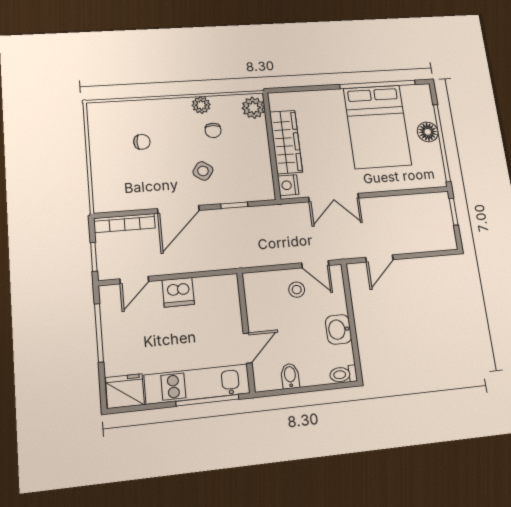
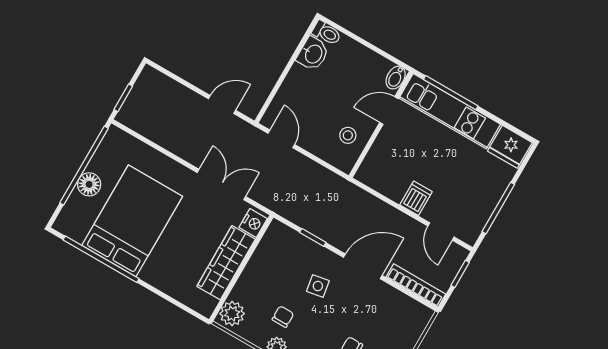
side table: (203, 171) -> (318, 286), turned 45
door: (134, 280) -> (441, 231), swing flipped
stool: (297, 290) -> (348, 135), moved
dishwasher: (178, 292) -> (416, 198), width x0.73
washbasin: (339, 329) -> (313, 54), moved
bidet: (290, 376) -> (396, 78), moved

